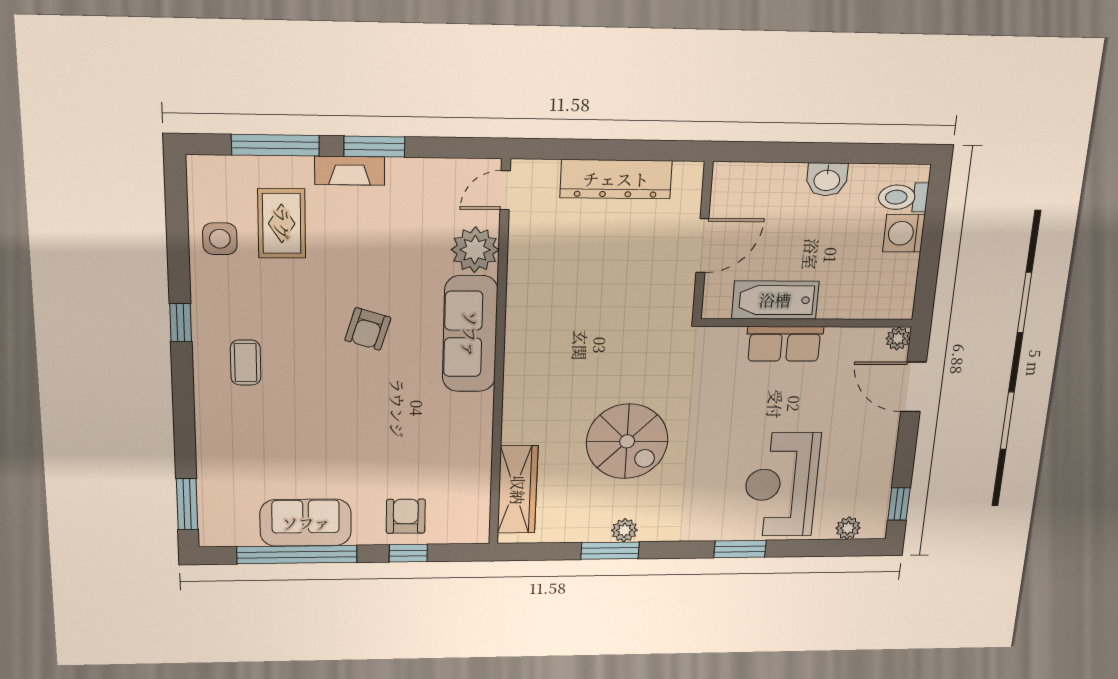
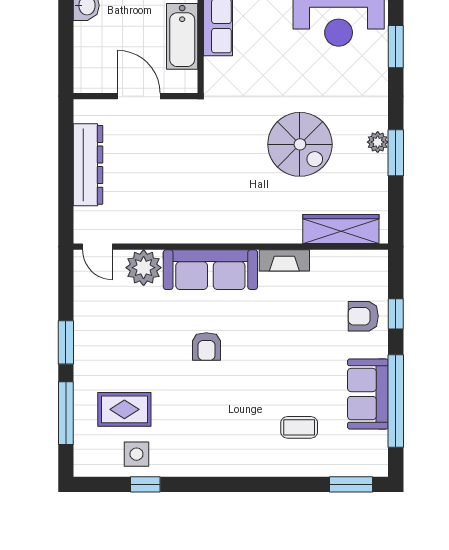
fireplace: (350, 171) -> (284, 260), moved, turned 90
window: (181, 323) -> (145, 484), moved
armchair: (368, 329) -> (206, 346), turned 73
coffee table: (246, 363) -> (299, 427), moved
spiral stairs: (627, 441) -> (300, 144), turned 90

